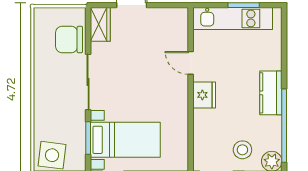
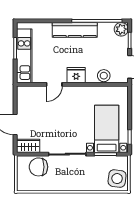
chair: (69, 39) -> (38, 167), turned 90
kitchen counter: (271, 93) -> (75, 30), width x1.50
stool: (242, 150) -> (104, 76), moved

